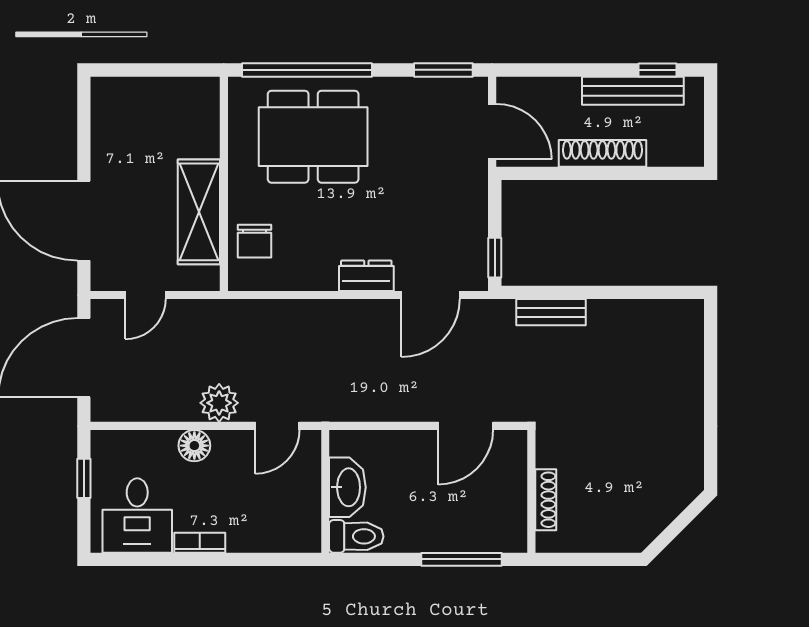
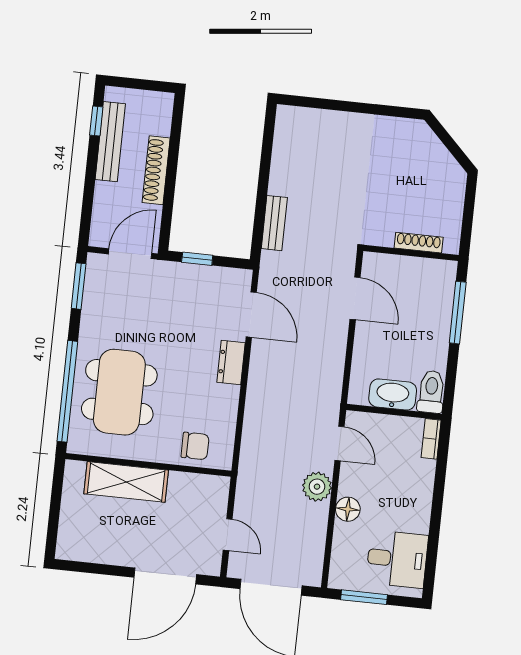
shelving: (199, 212) -> (126, 482), moved
window: (495, 258) -> (197, 259), moved
window: (84, 478) -> (364, 597), width x1.50
bookcase: (200, 543) -> (431, 439), moved

